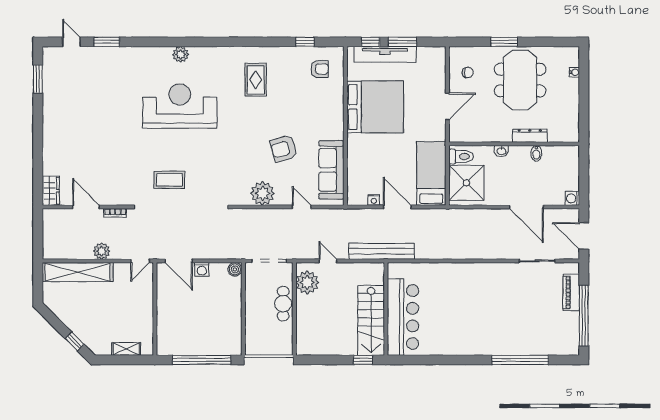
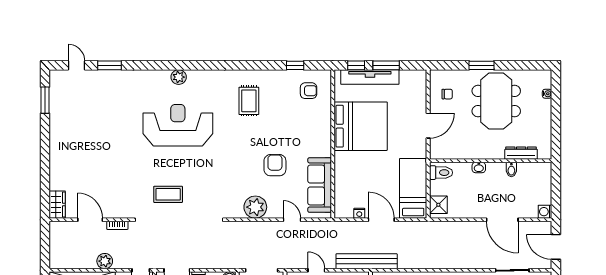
dresser: (530, 136) -> (521, 153), moved
armchair: (284, 149) -> (275, 165), turned 106
shower: (466, 183) -> (438, 205), width x0.54, depth x0.54

